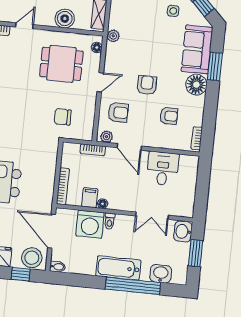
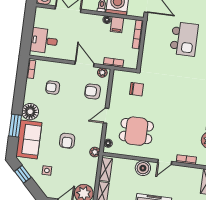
boiler: (65, 19) -> (143, 168), moved
armchair: (147, 85) -> (67, 141), moved
desk: (163, 169) -> (44, 41), moved, turned 90

